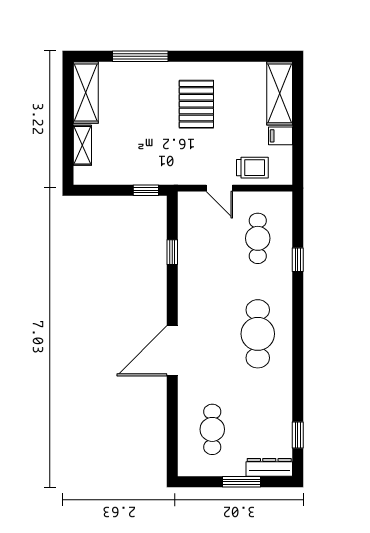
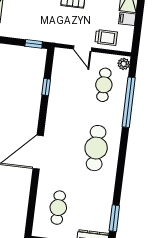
plant: (283, 203) -> (124, 64), added
window: (298, 260) -> (129, 102), width x3.17
window: (298, 435) -> (114, 218), width x1.50

